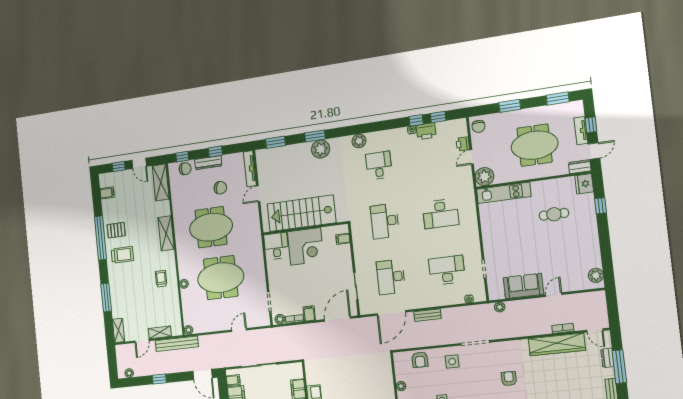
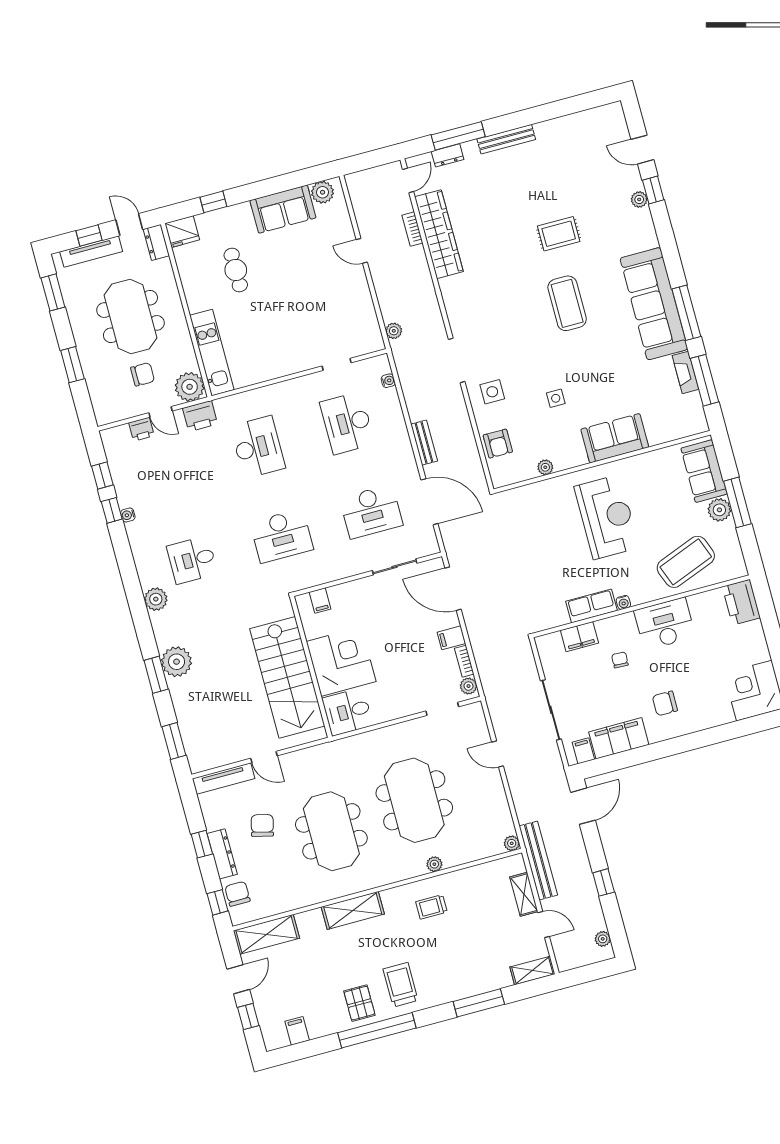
chair: (478, 126) -> (143, 374), moved
printer: (426, 131) -> (200, 416), moved, turned 90
tv unit: (581, 131) -> (91, 252), width x1.41
sofa: (523, 286) -> (283, 209), moved, turned -90
armchair: (420, 360) -> (498, 444), turned 90
armchair: (509, 379) -> (505, 299), removed

